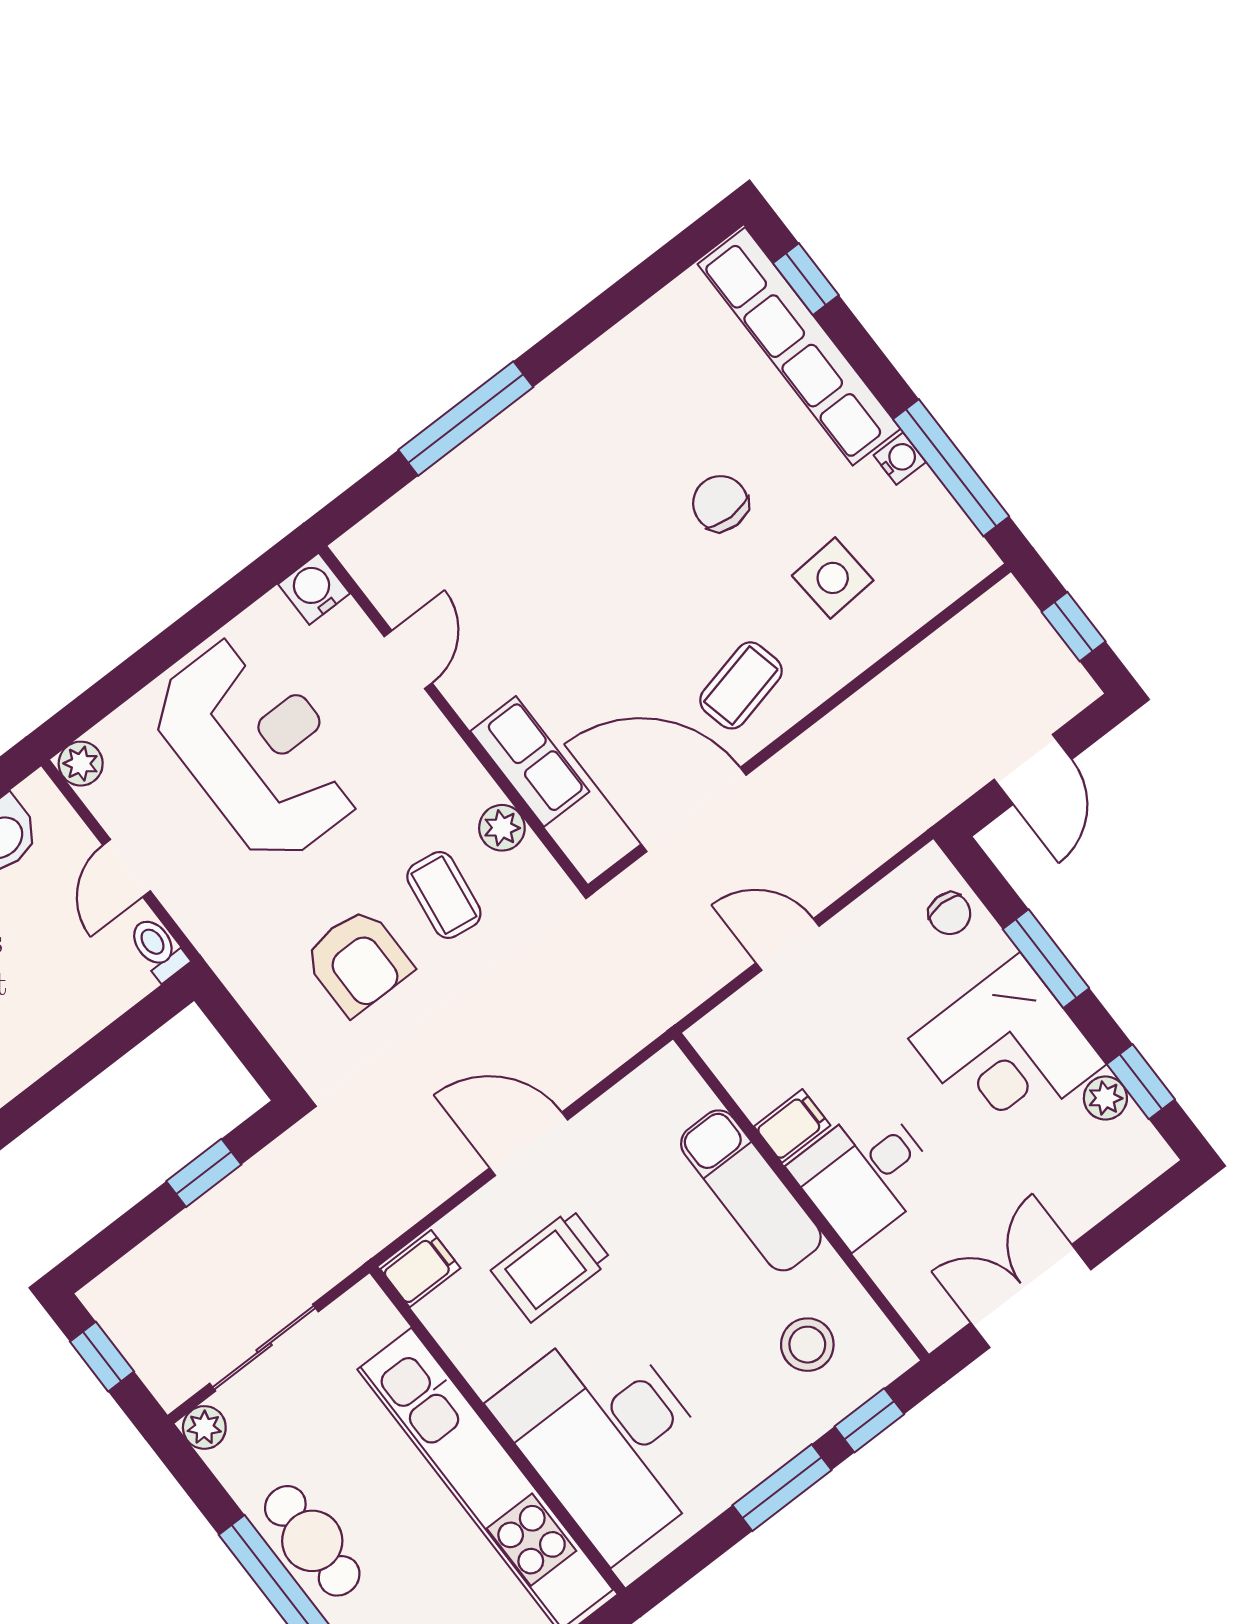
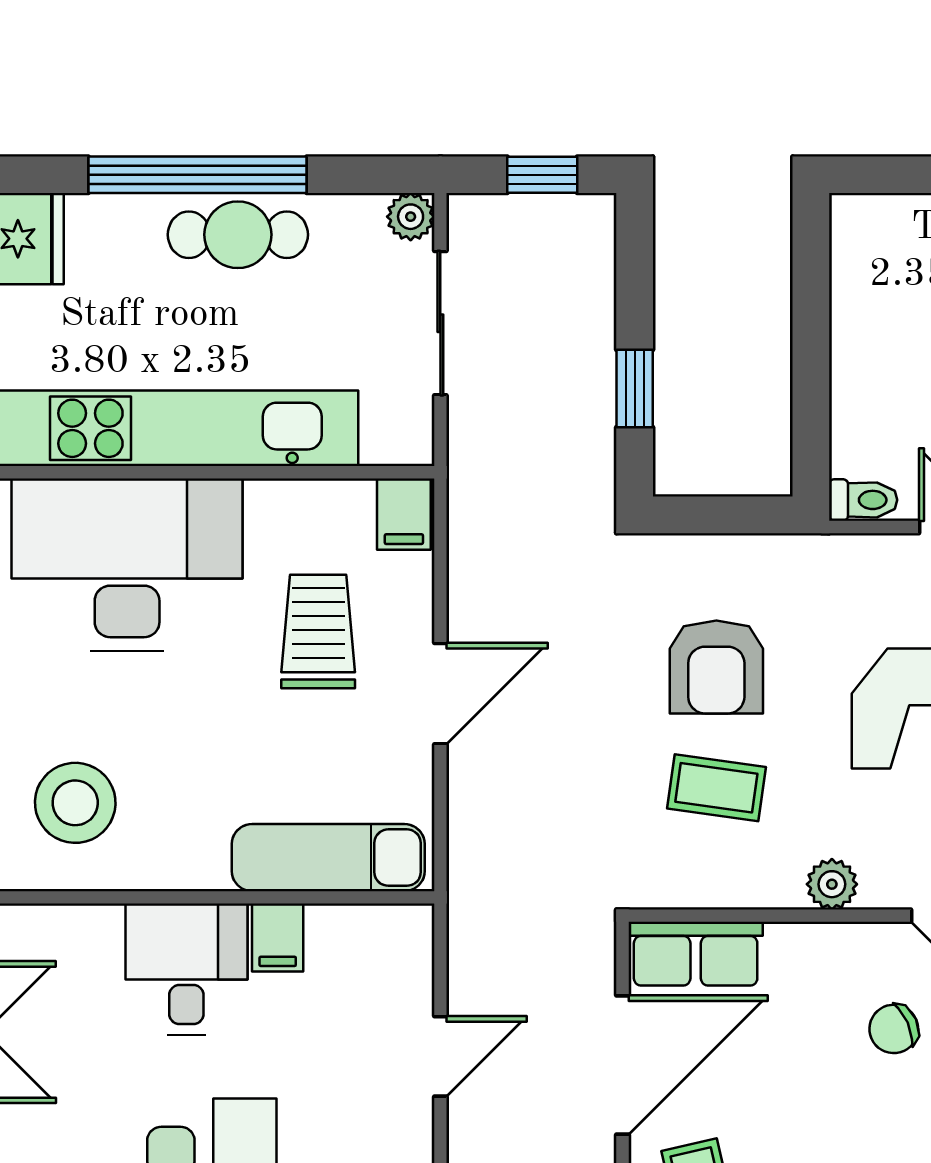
chair: (519, 636) -> (894, 1029), added
row of seats: (530, 761) -> (696, 954), moved
plant: (502, 828) -> (832, 884), moved
armchair: (358, 961) -> (716, 667), turned -90
exam couch: (751, 1190) -> (328, 858), moved
stool: (807, 1345) -> (75, 803), width x1.38, depth x1.38

